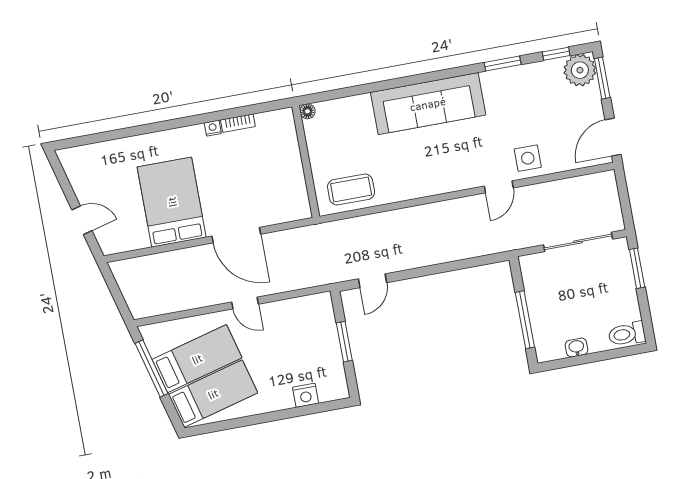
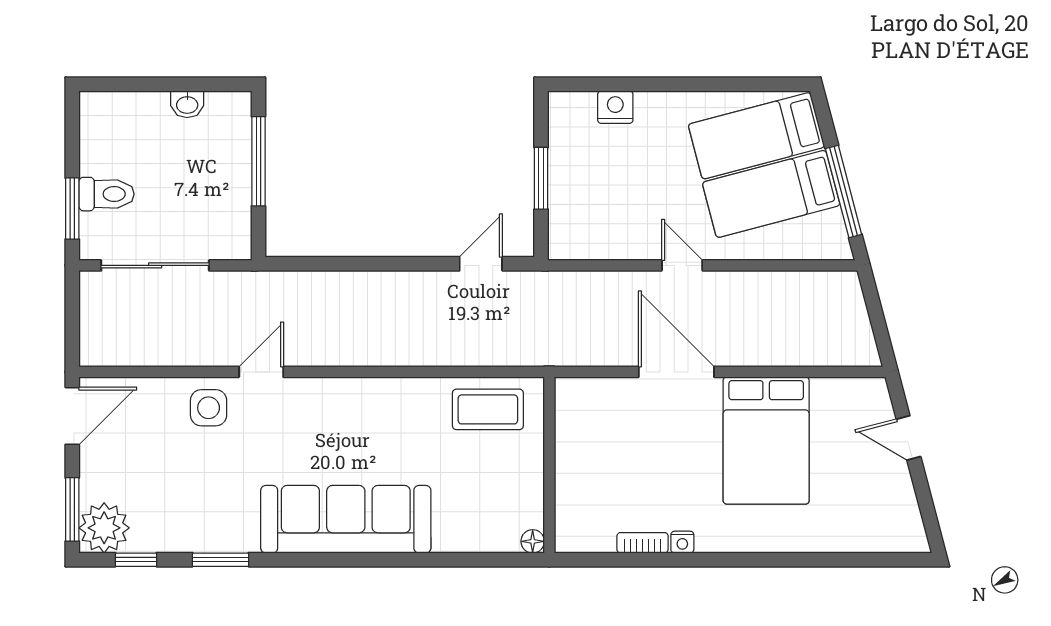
toilet: (627, 334) -> (106, 194), moved

